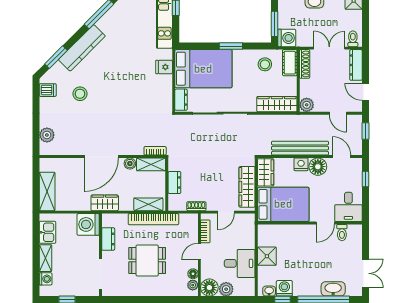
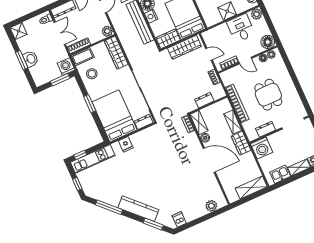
double door: (329, 48) -> (60, 33), swing flipped
stool: (80, 94) -> (172, 195), removed
shelving: (148, 204) -> (233, 122), moved
plant: (226, 289) -> (257, 14), moved

